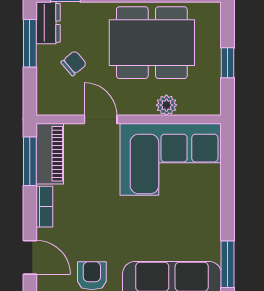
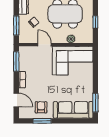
window: (30, 43) -> (16, 25), moved
piano: (50, 154) -> (24, 58), removed

